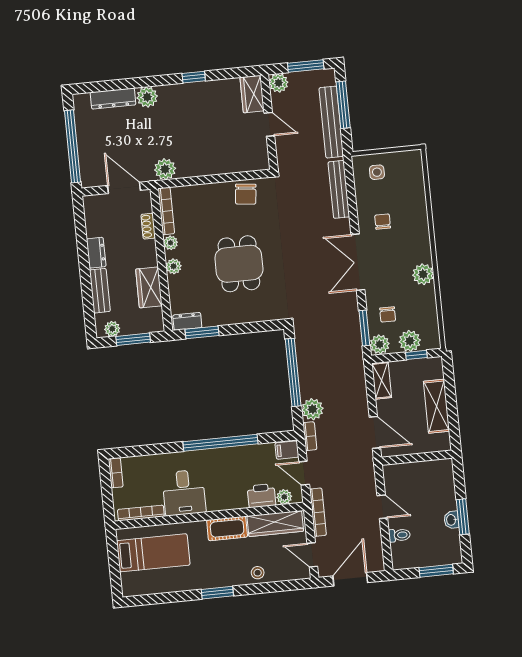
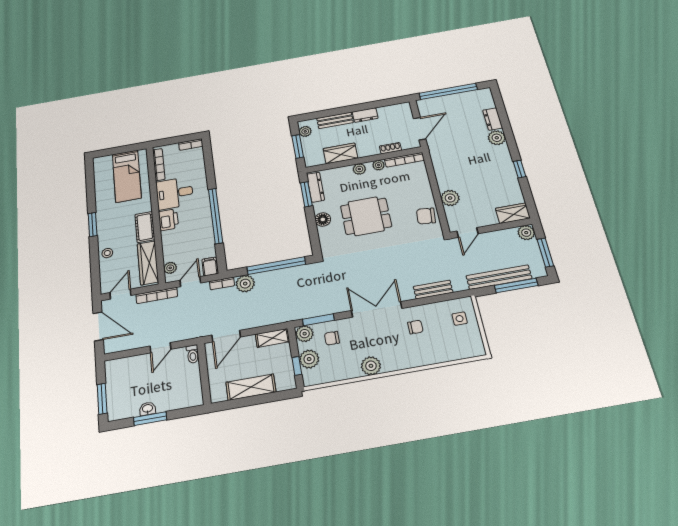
dresser: (113, 99) -> (493, 119), width x0.70
door: (269, 124) -> (468, 232), moved
plant: (165, 169) -> (450, 198), moved
bench: (339, 189) -> (433, 290), width x0.73
floor lamp: (238, 315) -> (323, 219), added
dresser: (187, 321) -> (316, 187), width x1.44
printer: (261, 496) -> (168, 220), moved
toilet: (399, 535) -> (193, 354), moved

